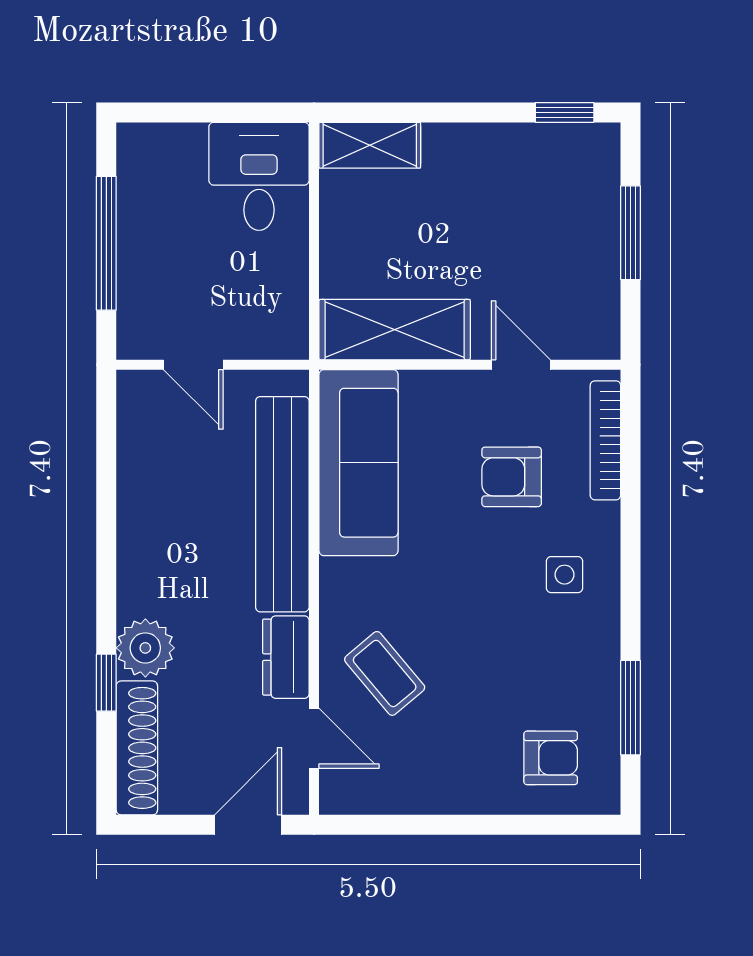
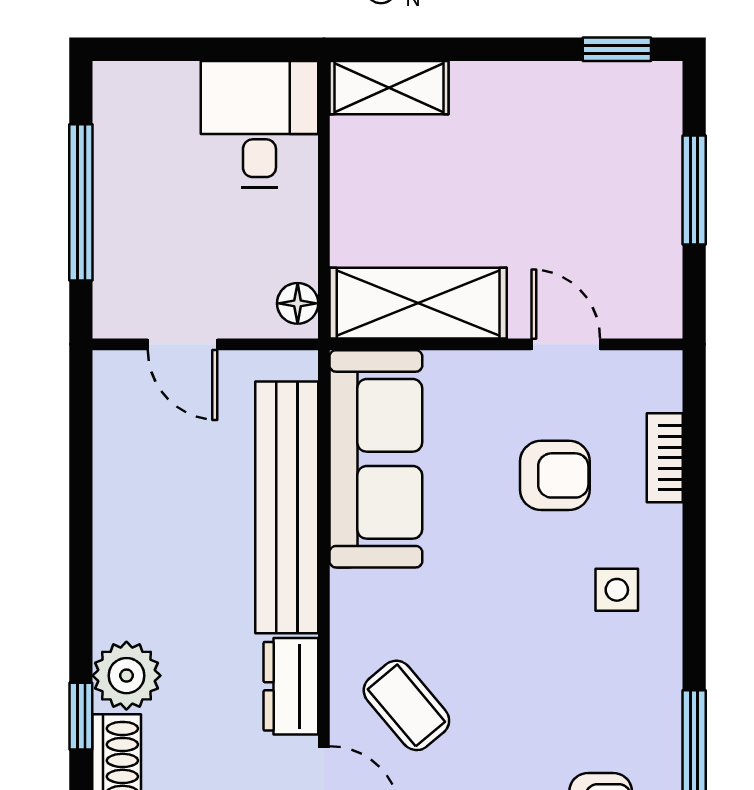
floor lamp: (292, 330) -> (298, 303), added
bookcase: (605, 440) -> (665, 458), width x0.64
armchair: (512, 477) -> (555, 475), turned 180

